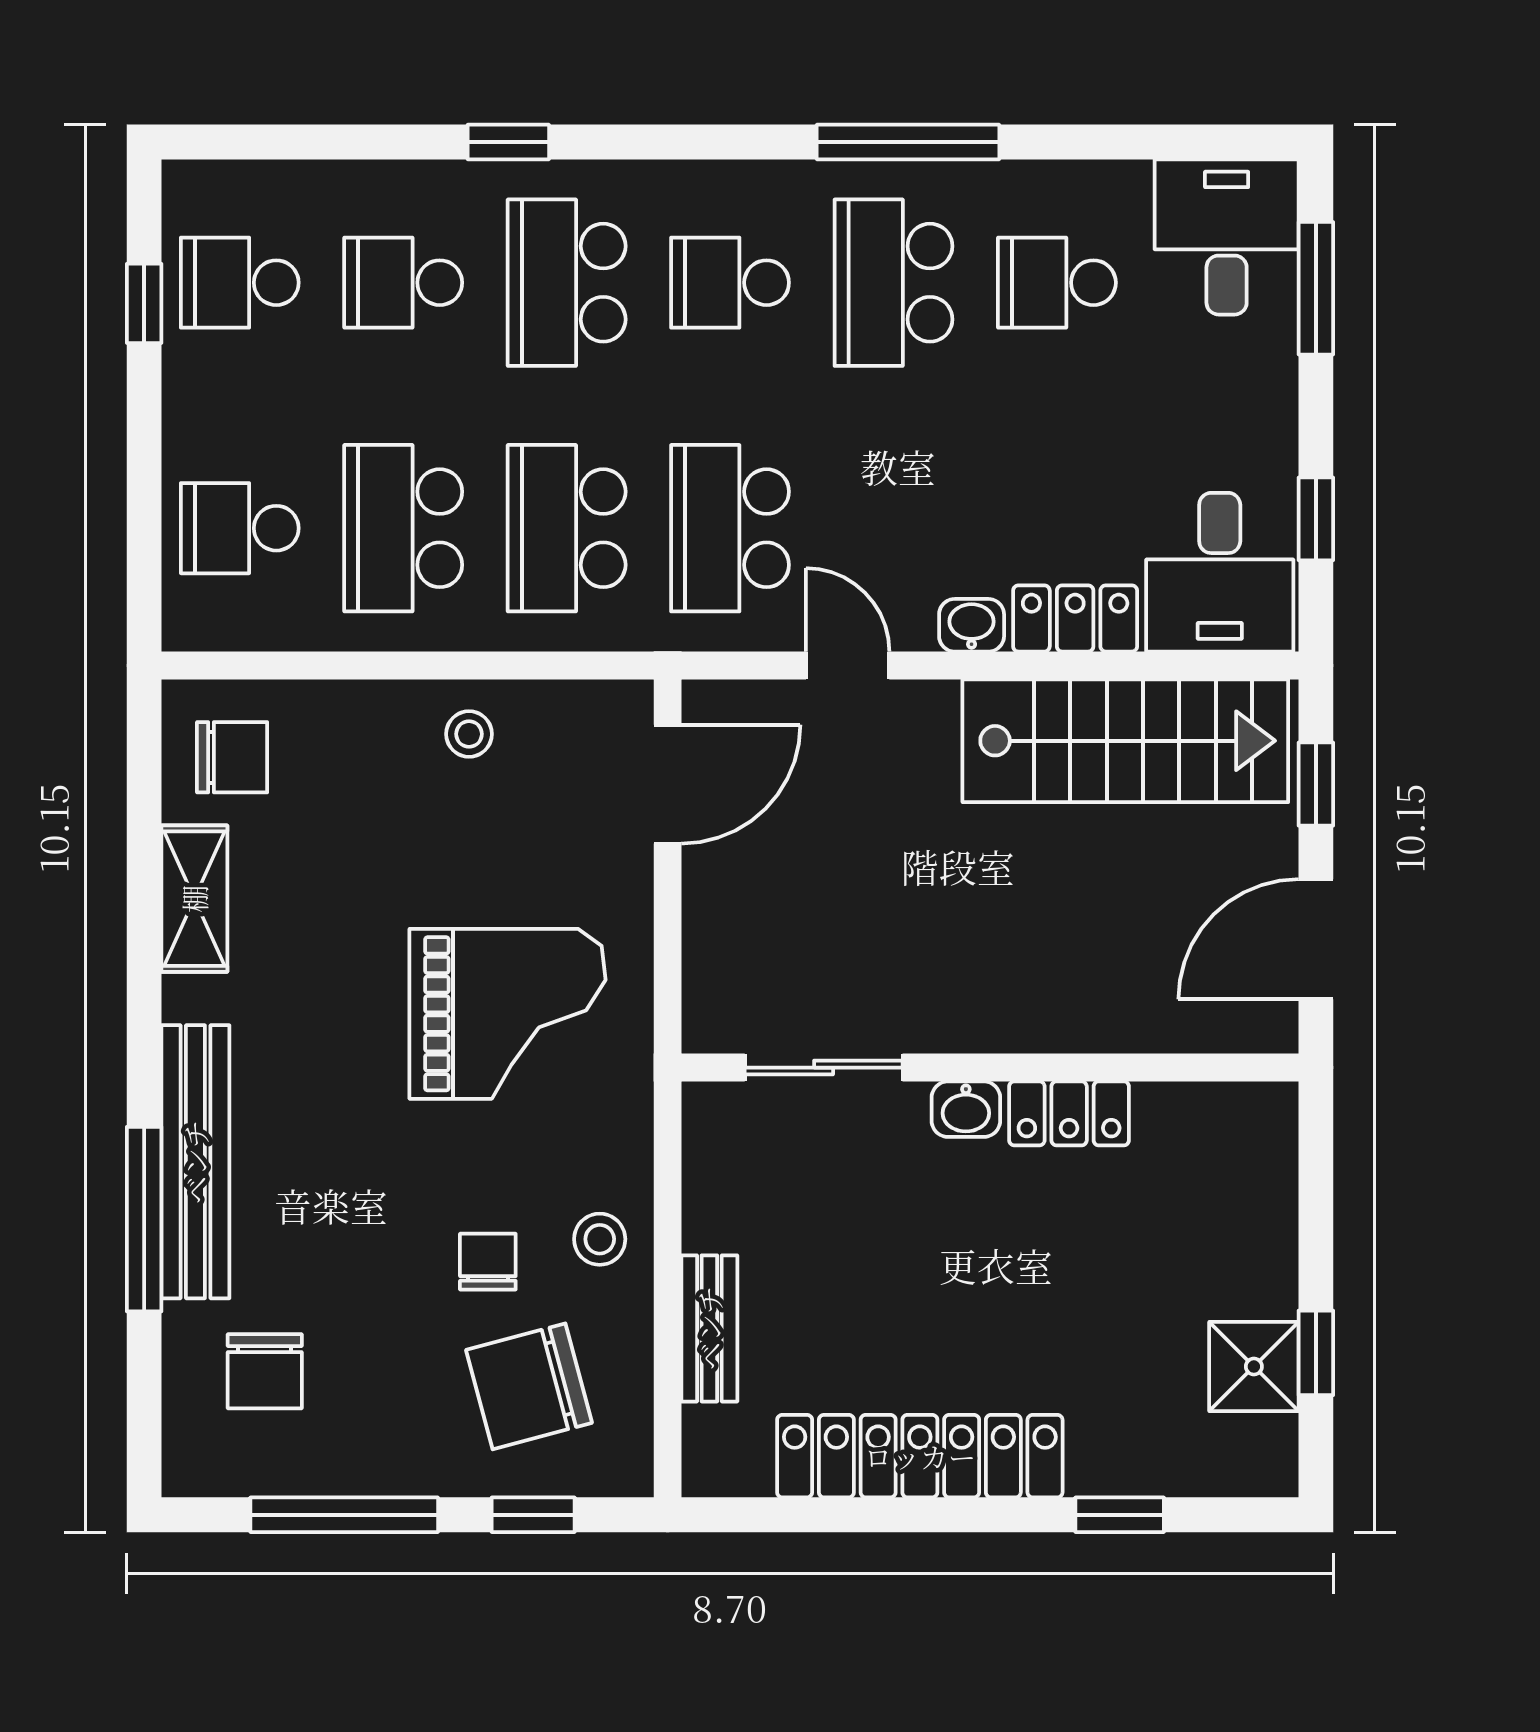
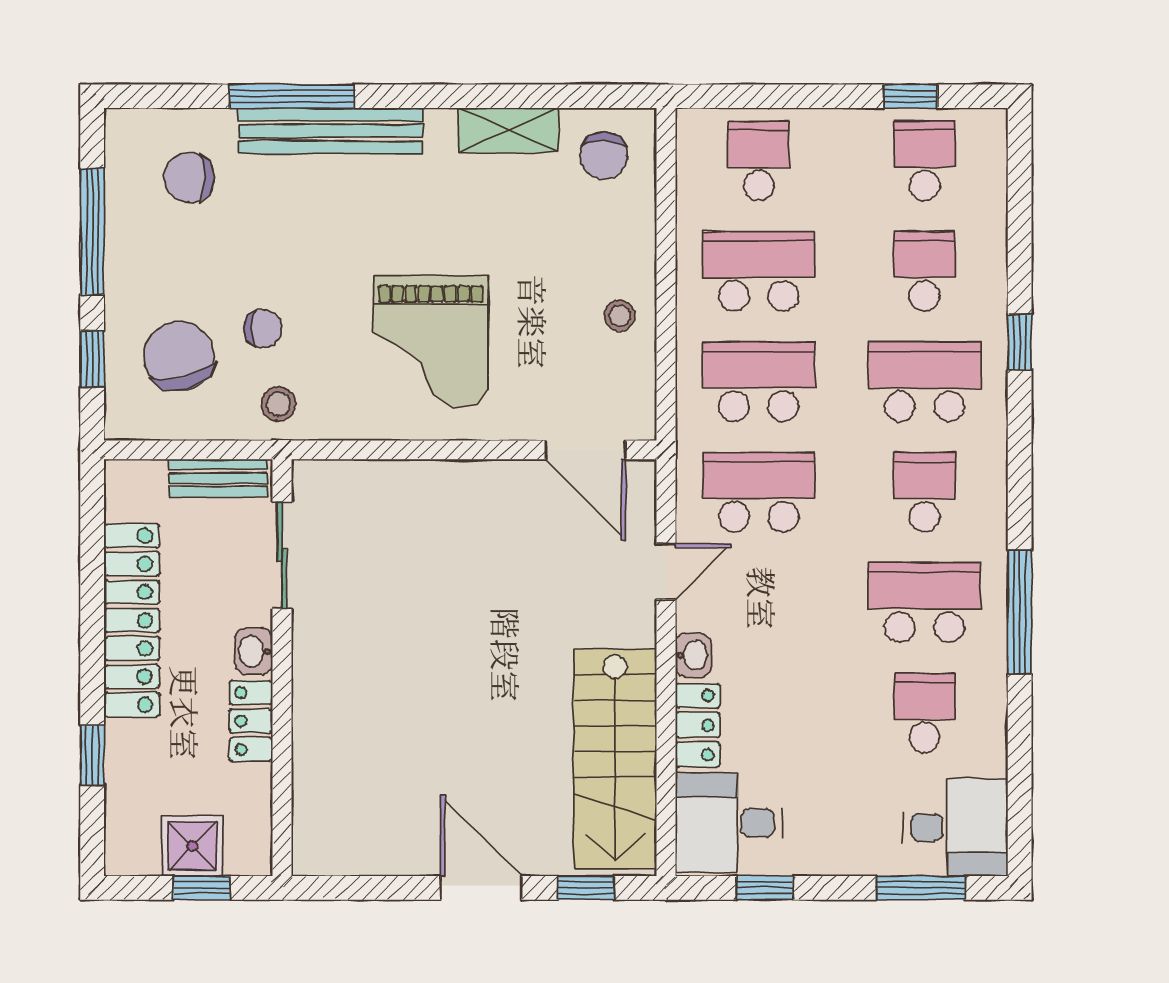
sliding door: (824, 1068) -> (282, 555), moved
wall: (990, 1068) -> (282, 668), moved
washbasin: (966, 1109) -> (254, 651), moved
locker: (1069, 1113) -> (251, 721), moved

